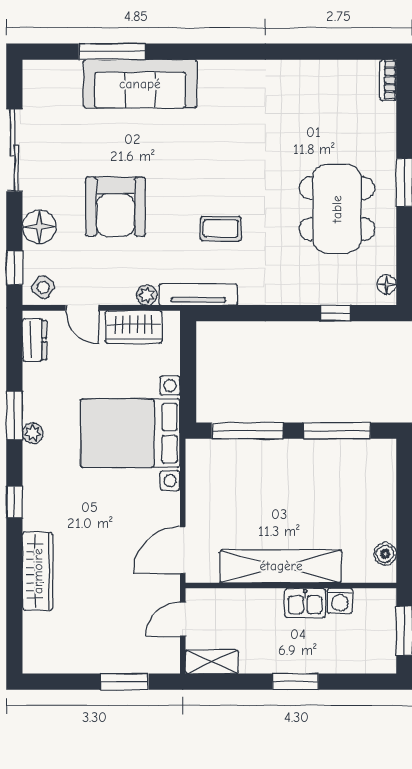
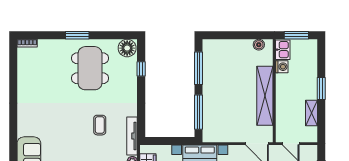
dining table: (337, 209) -> (90, 68), turned 90
floor lamp: (387, 285) -> (127, 48), width x1.89, depth x1.89
kitchen sink: (305, 603) -> (283, 50), moved
shelving: (212, 662) -> (312, 113), moved

